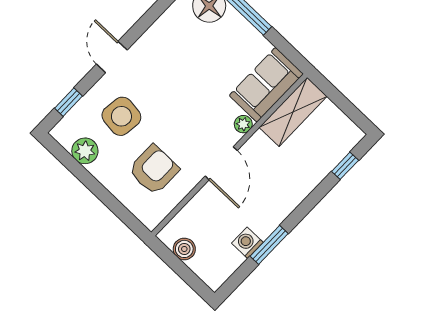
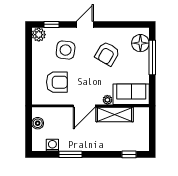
armchair: (181, 64) -> (107, 54), added
shelving: (293, 112) -> (115, 114), moved
plant: (85, 151) -> (39, 35), moved
washing machine: (247, 243) -> (52, 145), moved

